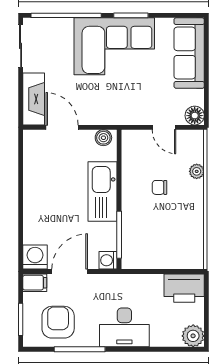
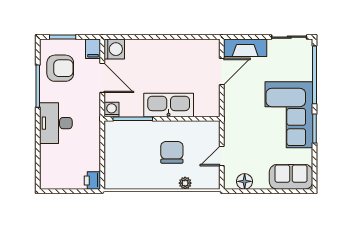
sofa: (189, 53) -> (291, 177), width x0.73
floor lamp: (195, 116) -> (245, 181), moved
boiler: (103, 138) -> (213, 106), removed
chair: (160, 187) -> (172, 152), width x1.87, depth x1.87
printer: (184, 288) -> (92, 180), width x0.53, depth x0.68
plant: (193, 336) -> (49, 180), removed

